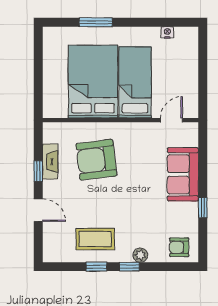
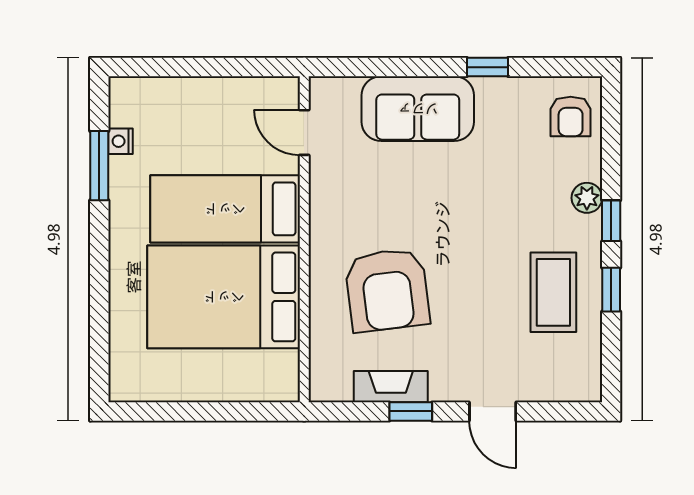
window: (96, 22) -> (99, 166), moved
door: (38, 210) -> (493, 411), swing flipped

